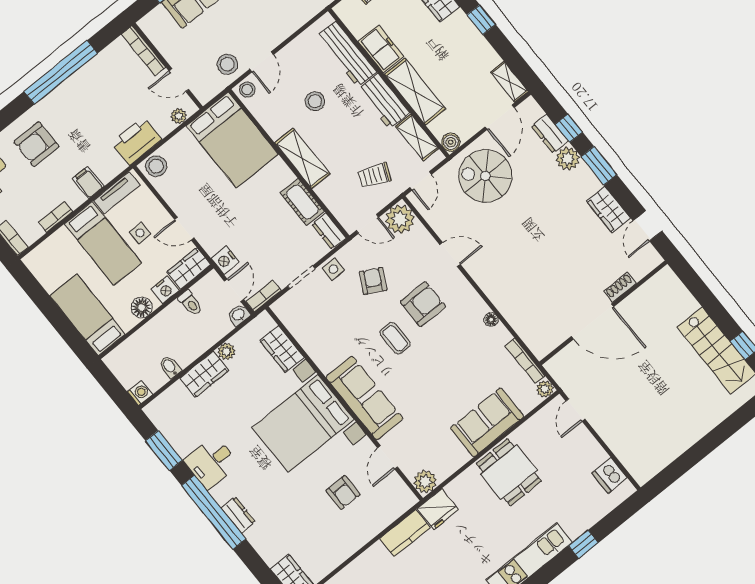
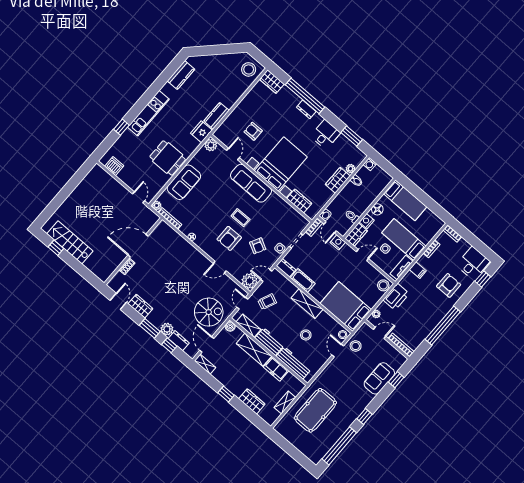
plant: (226, 351) -> (351, 169), moved
window: (214, 512) -> (305, 96), moved

